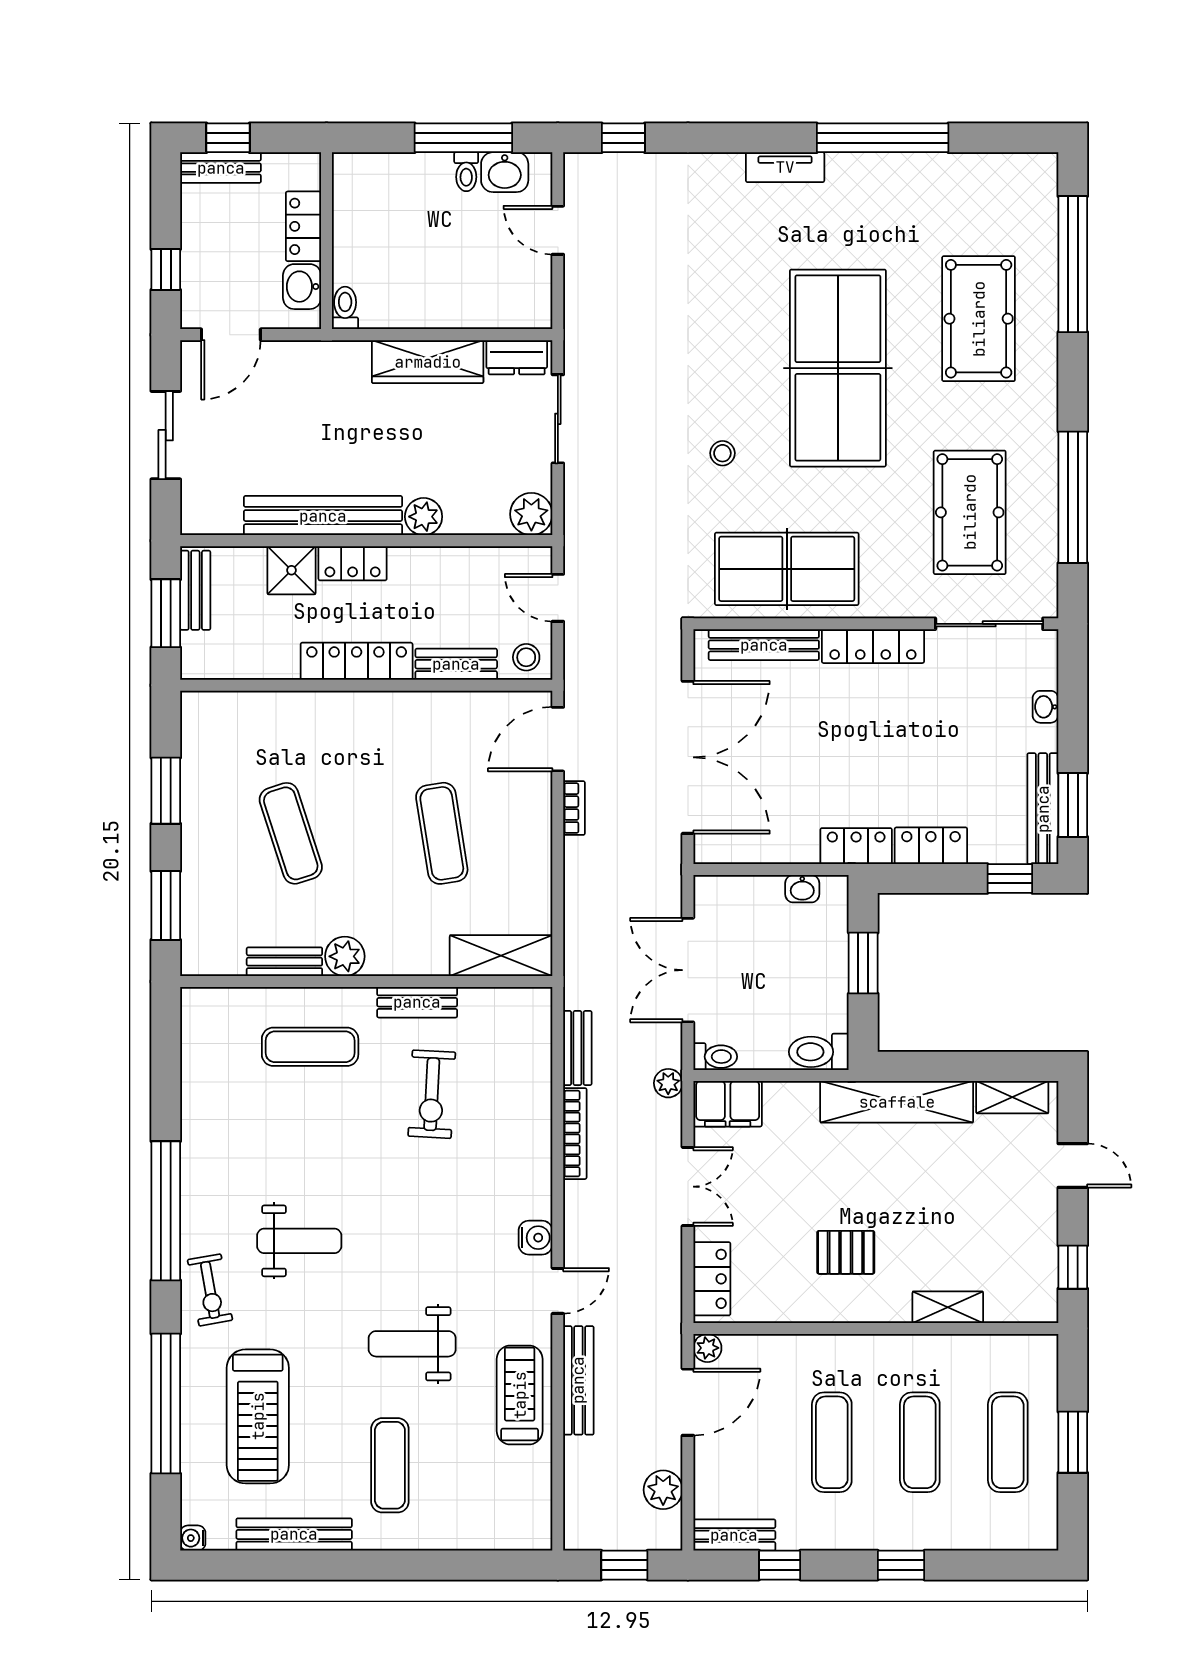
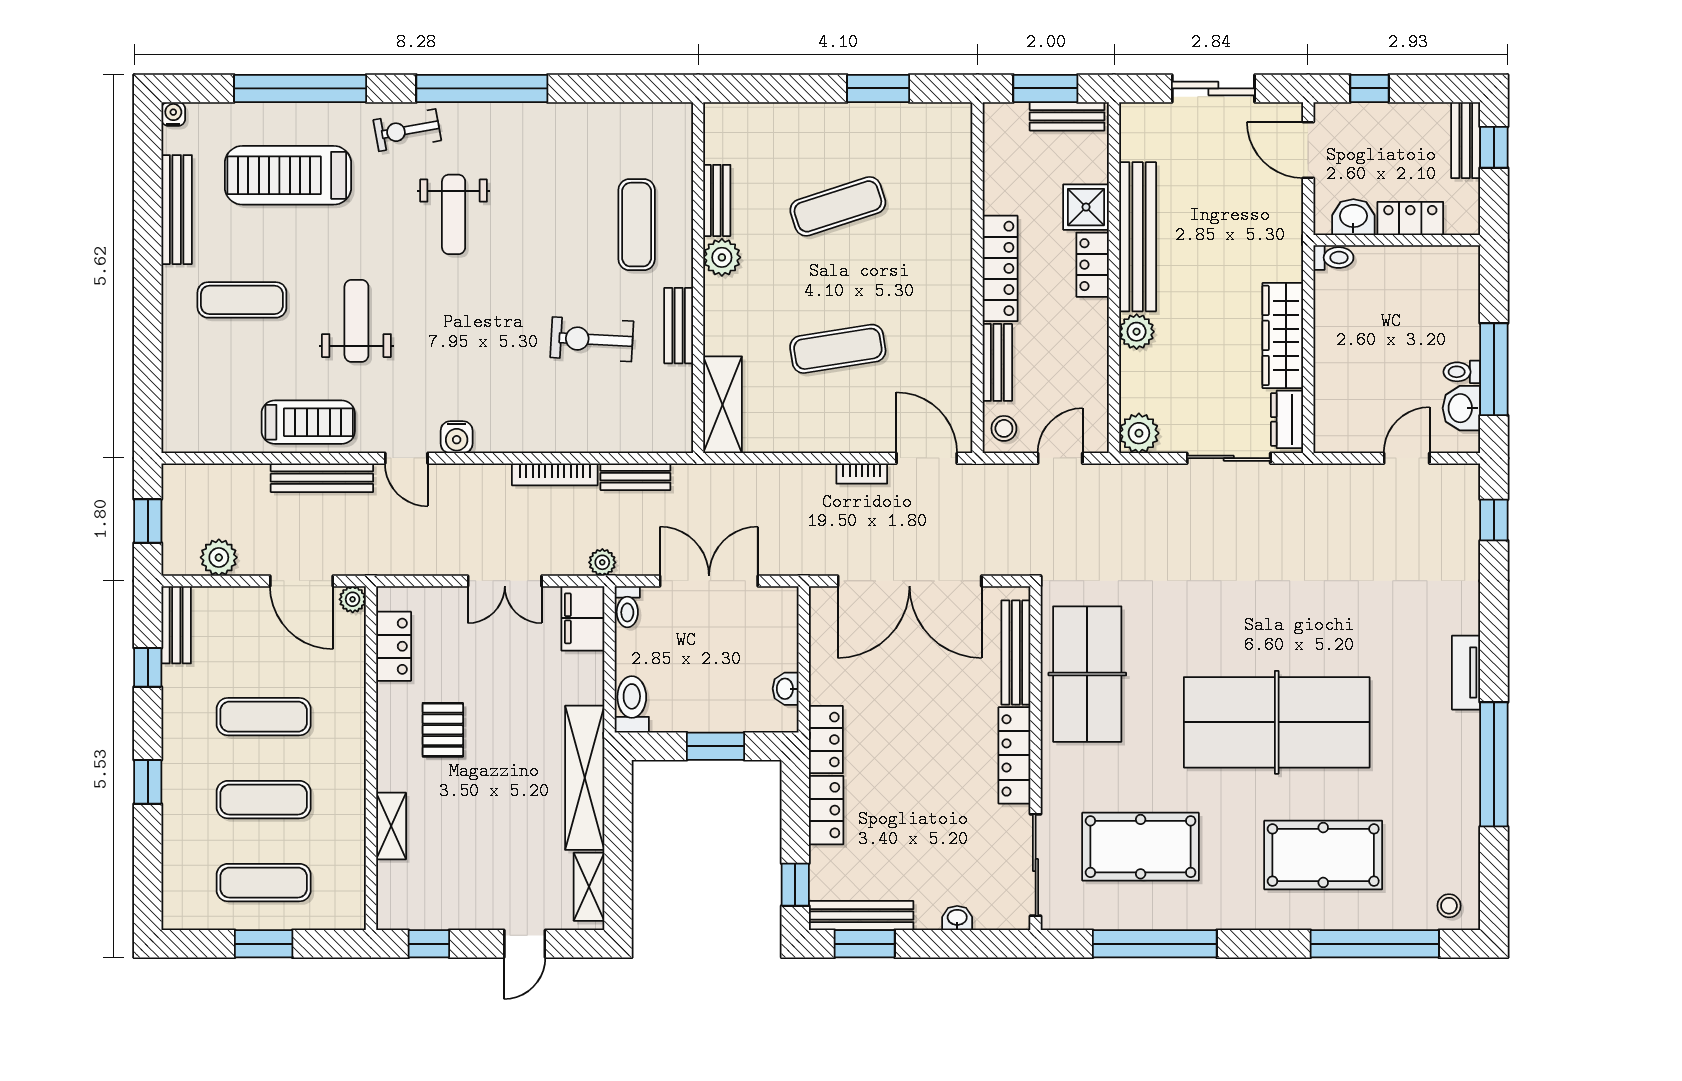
stool: (722, 453) -> (1449, 906), moved
window: (166, 906) -> (770, 88), removed
locker: (712, 1279) -> (394, 646), moved, turned -90

